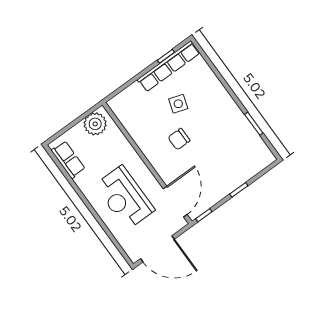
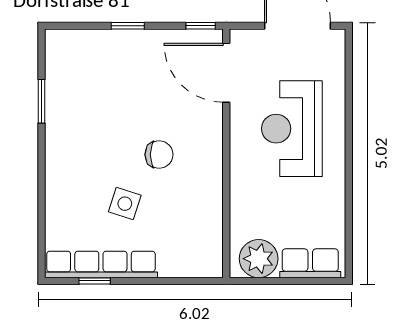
row of seats: (68, 160) -> (310, 263), moved, turned 90
reception desk: (124, 198) -> (292, 129), turned 180
door: (175, 202) -> (226, 73), hinge flipped

